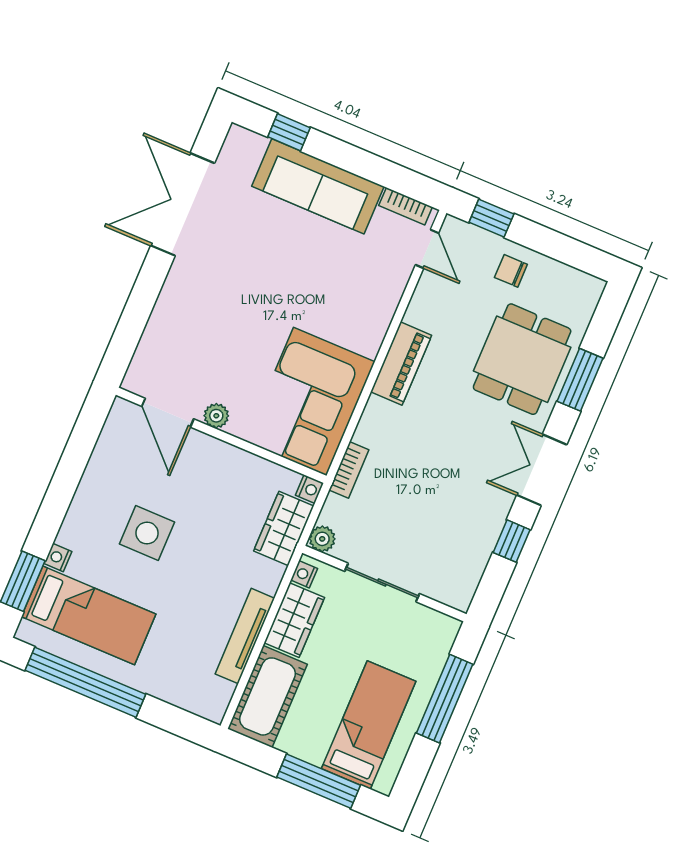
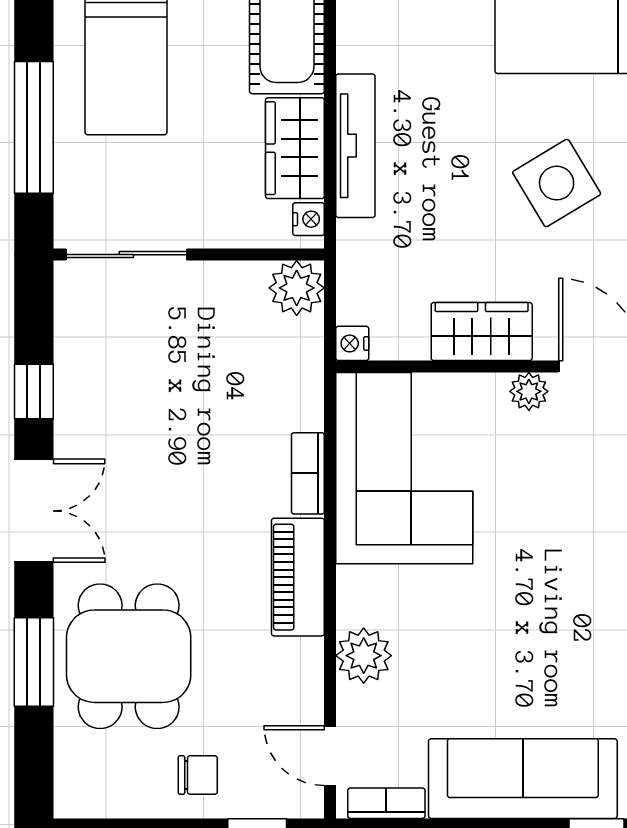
plant: (382, 300) -> (364, 656), added
bookcase: (349, 470) -> (308, 473), moved
wardrobe: (284, 529) -> (482, 332), moved, turned -90
side table: (147, 533) -> (557, 183), turned -31
plant: (322, 539) -> (297, 288), width x1.38, depth x1.38
sliding door: (382, 582) -> (126, 255), moved
tv unit: (245, 636) -> (355, 146), moved

